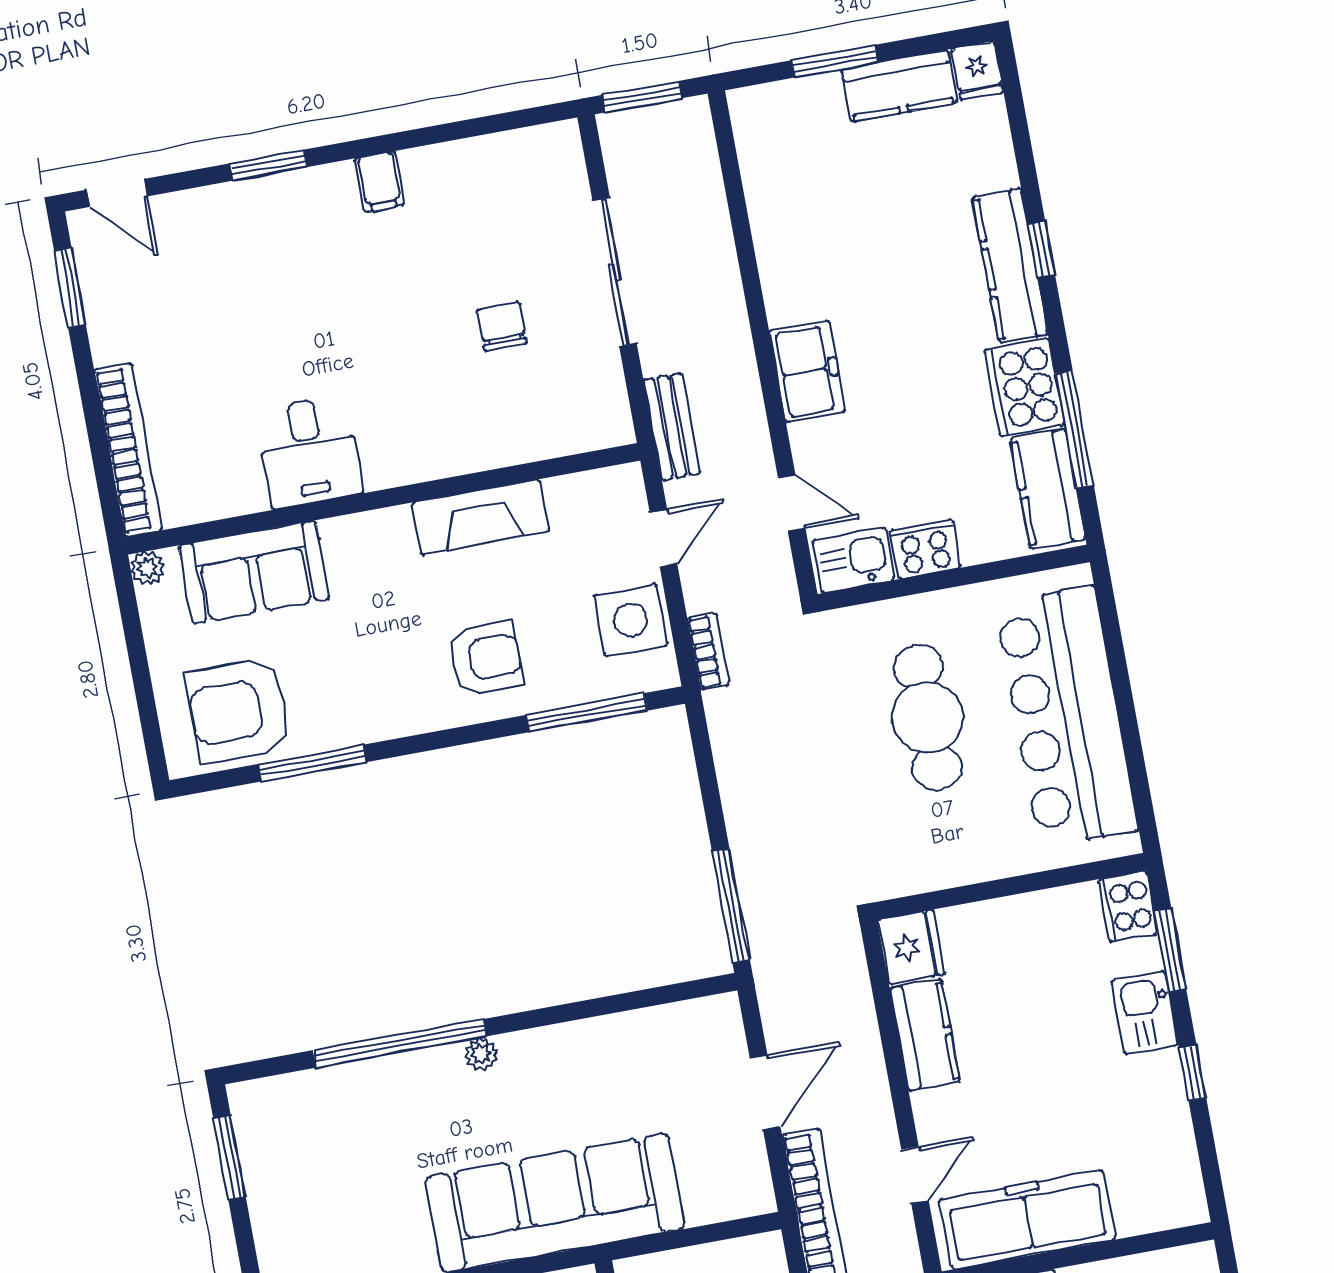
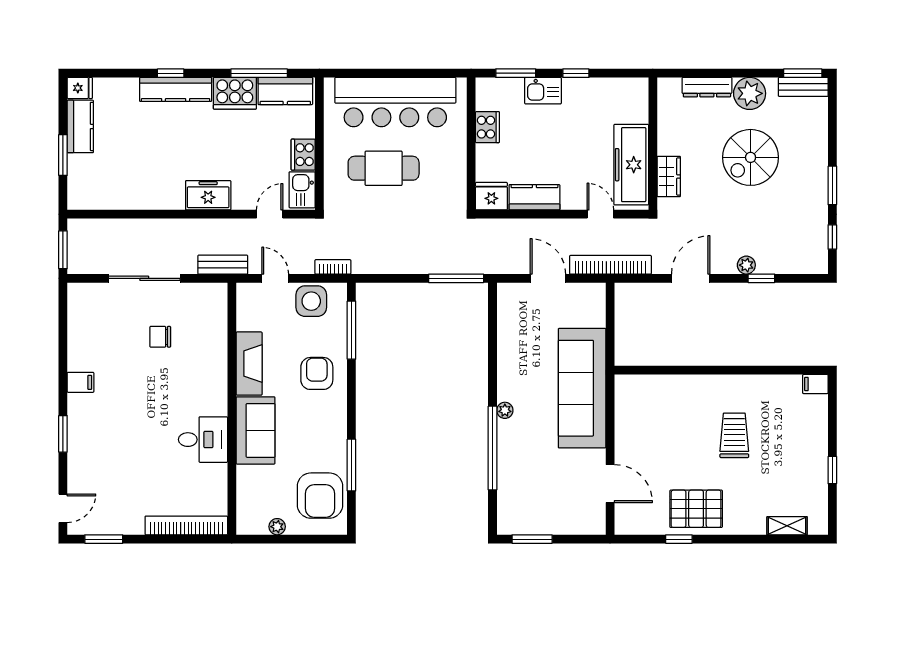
plant: (147, 568) -> (277, 527), moved
sofa: (254, 572) -> (255, 430), moved
cooker: (1128, 906) -> (487, 127), moved, turned -90

